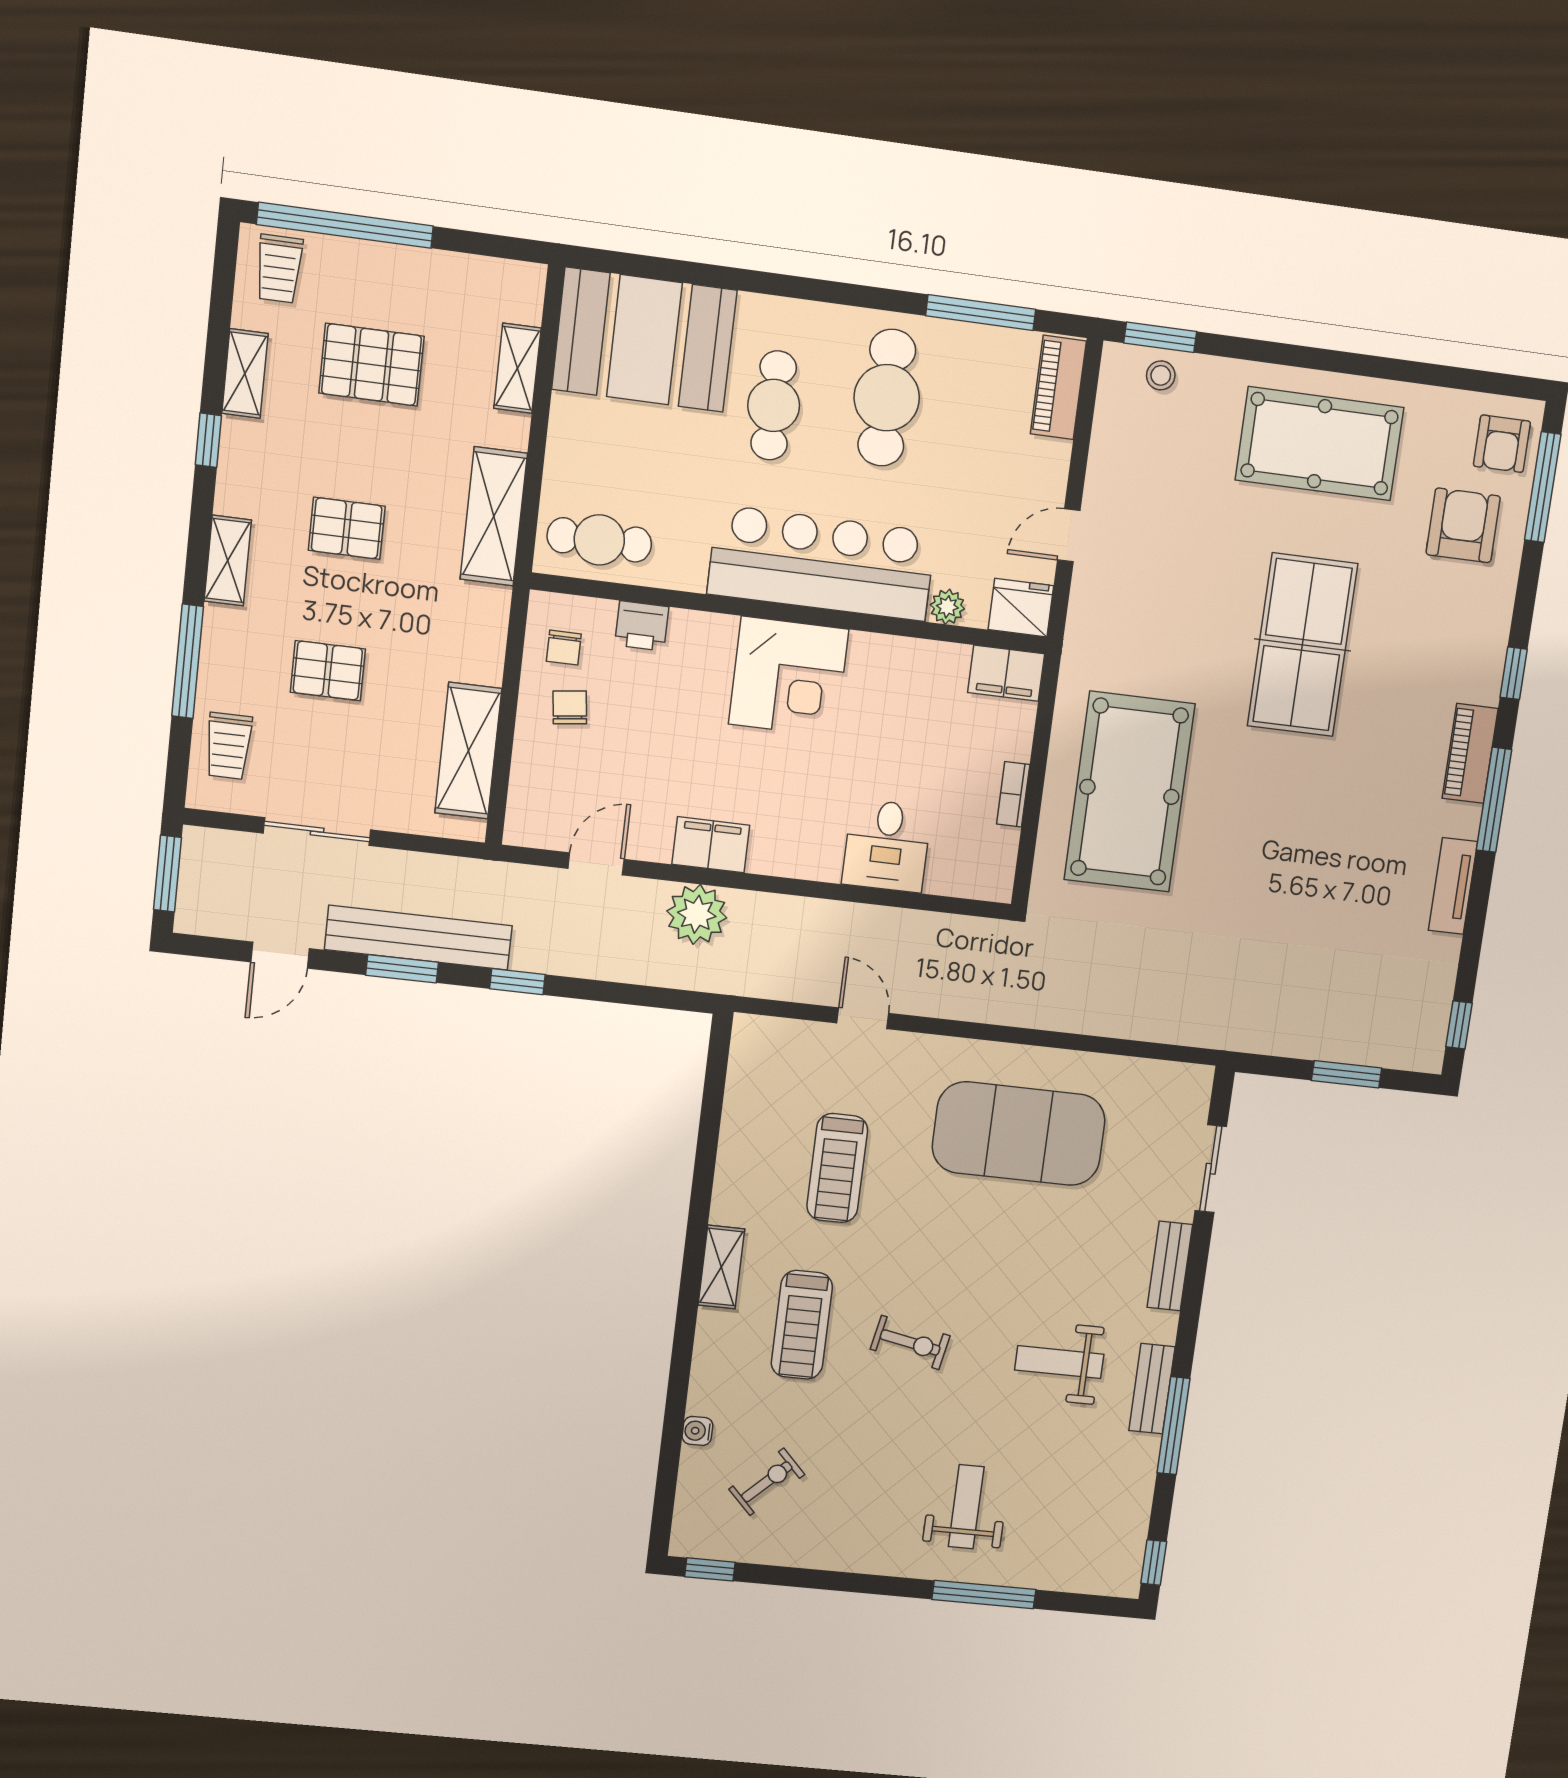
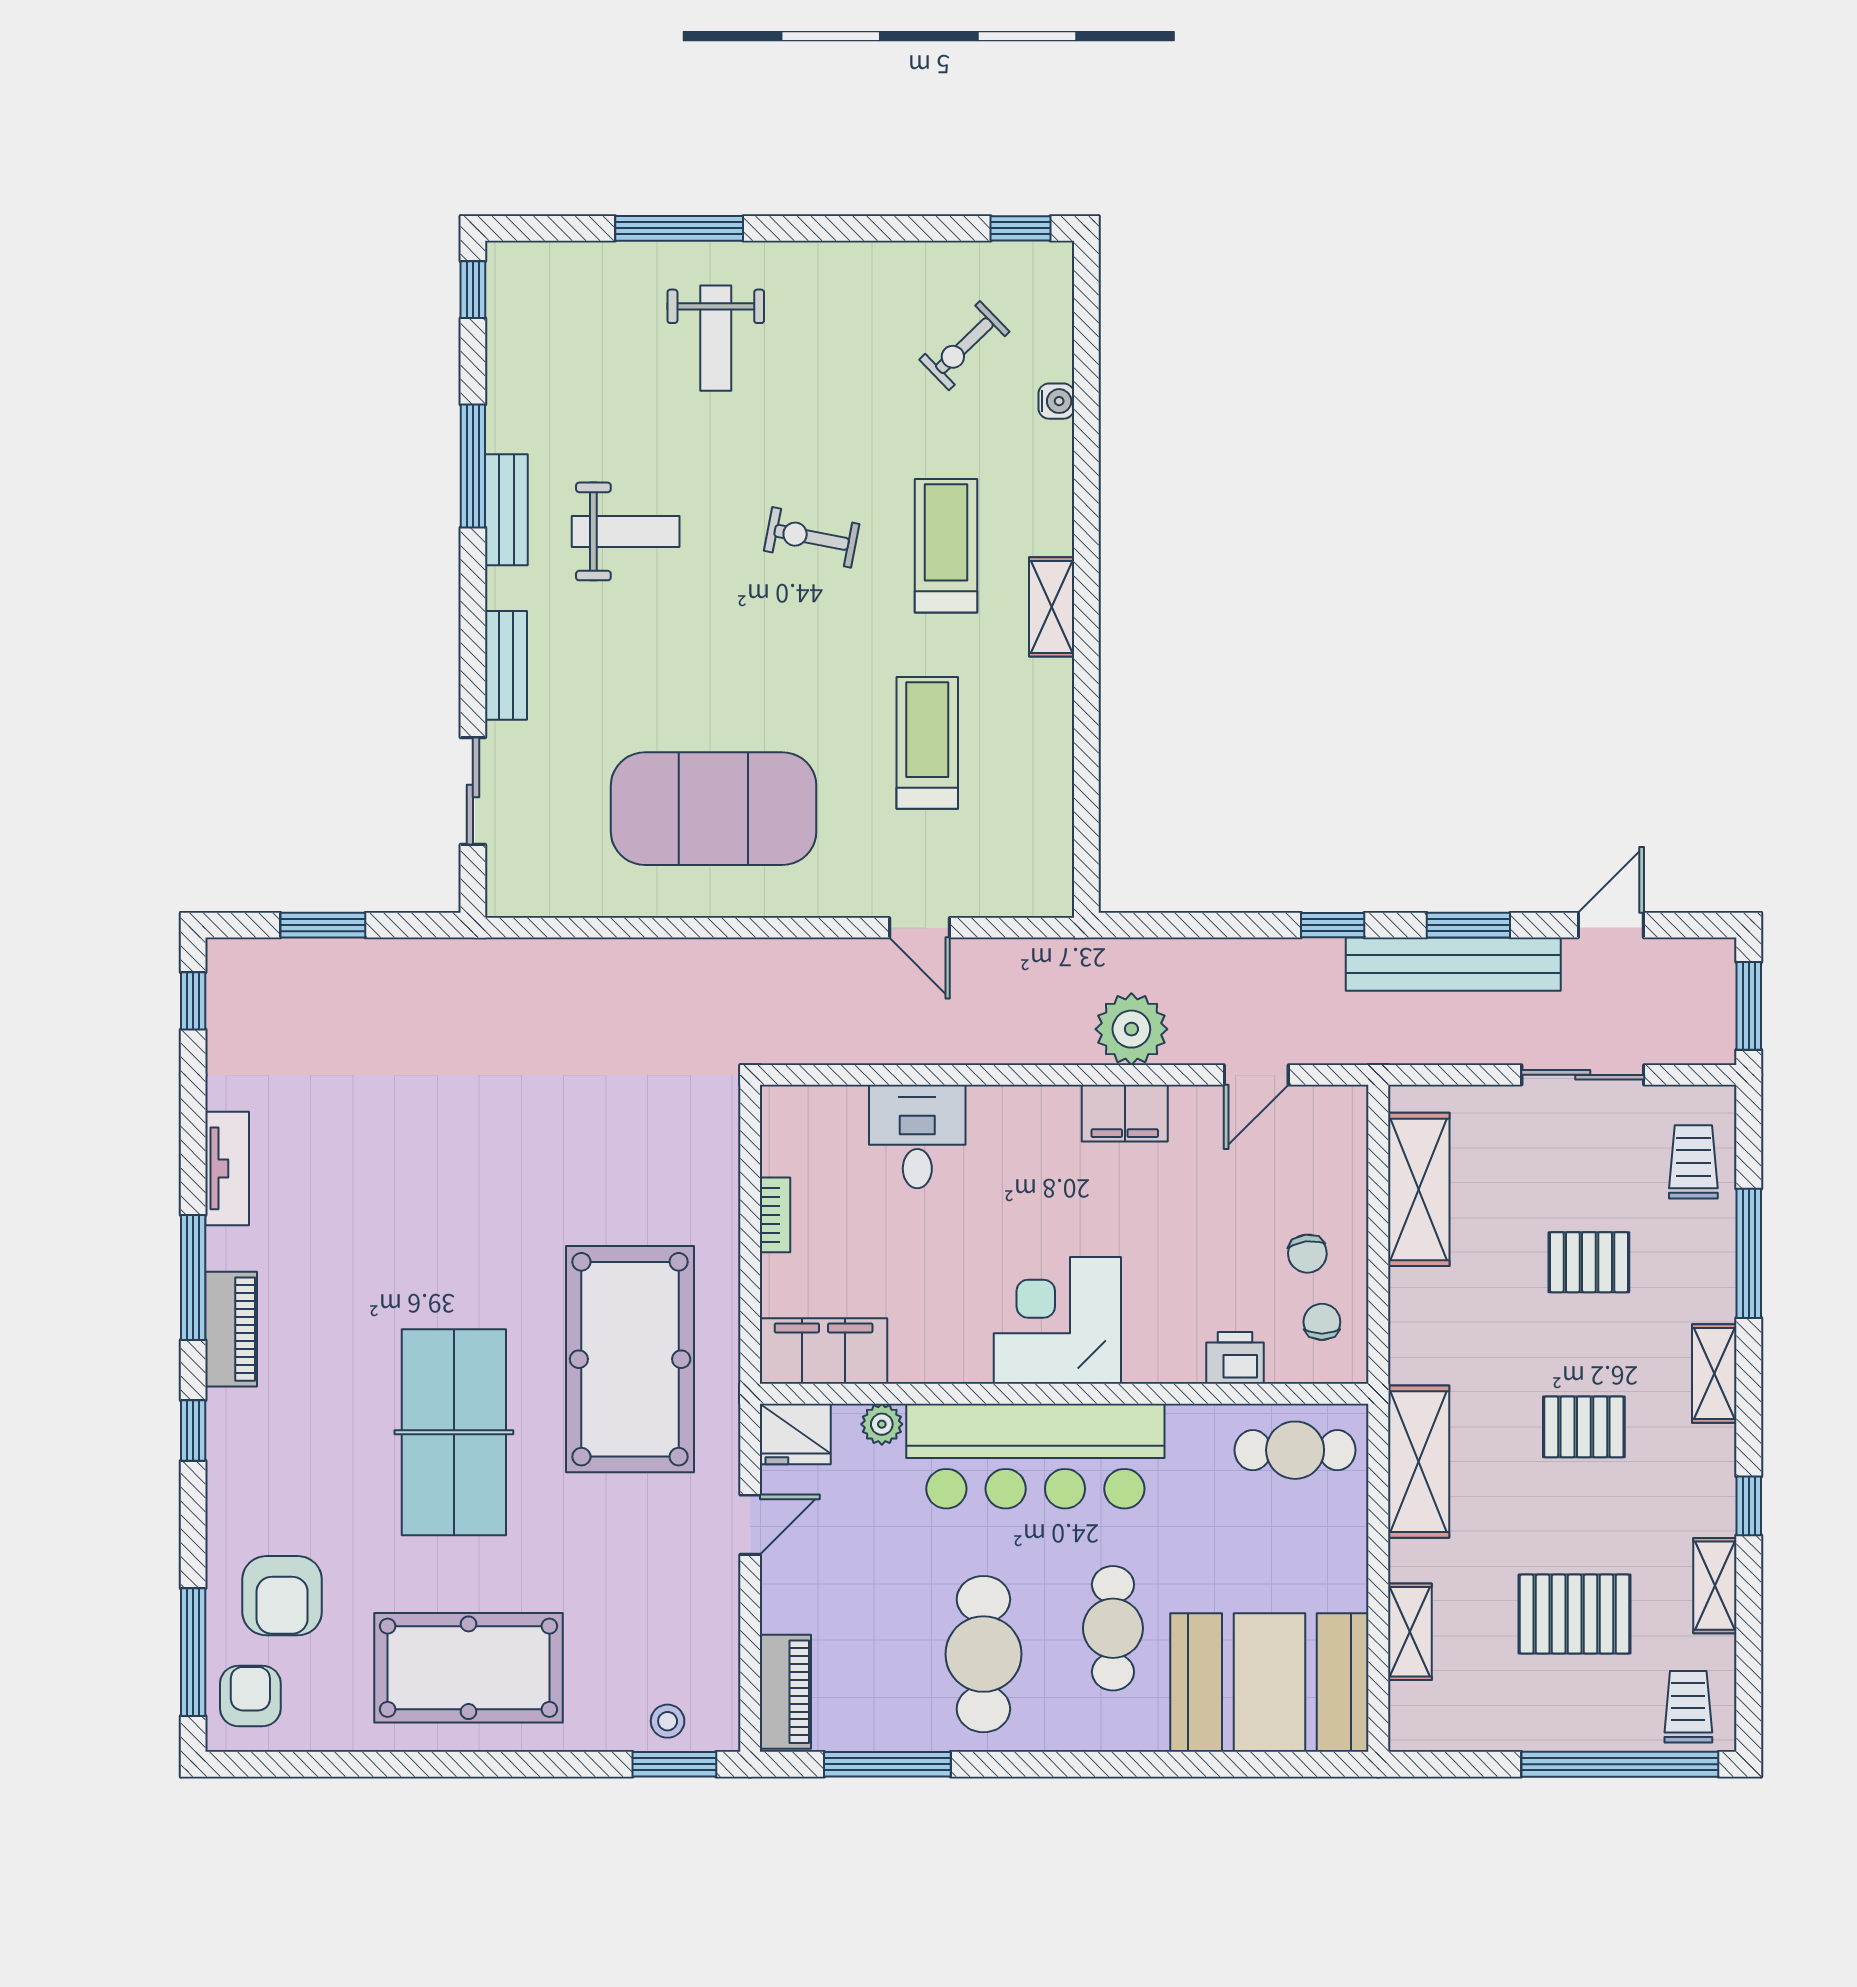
filing cabinet: (1006, 673) -> (824, 1351), width x1.50, depth x1.17
pool table: (1129, 792) -> (630, 1359), moved

